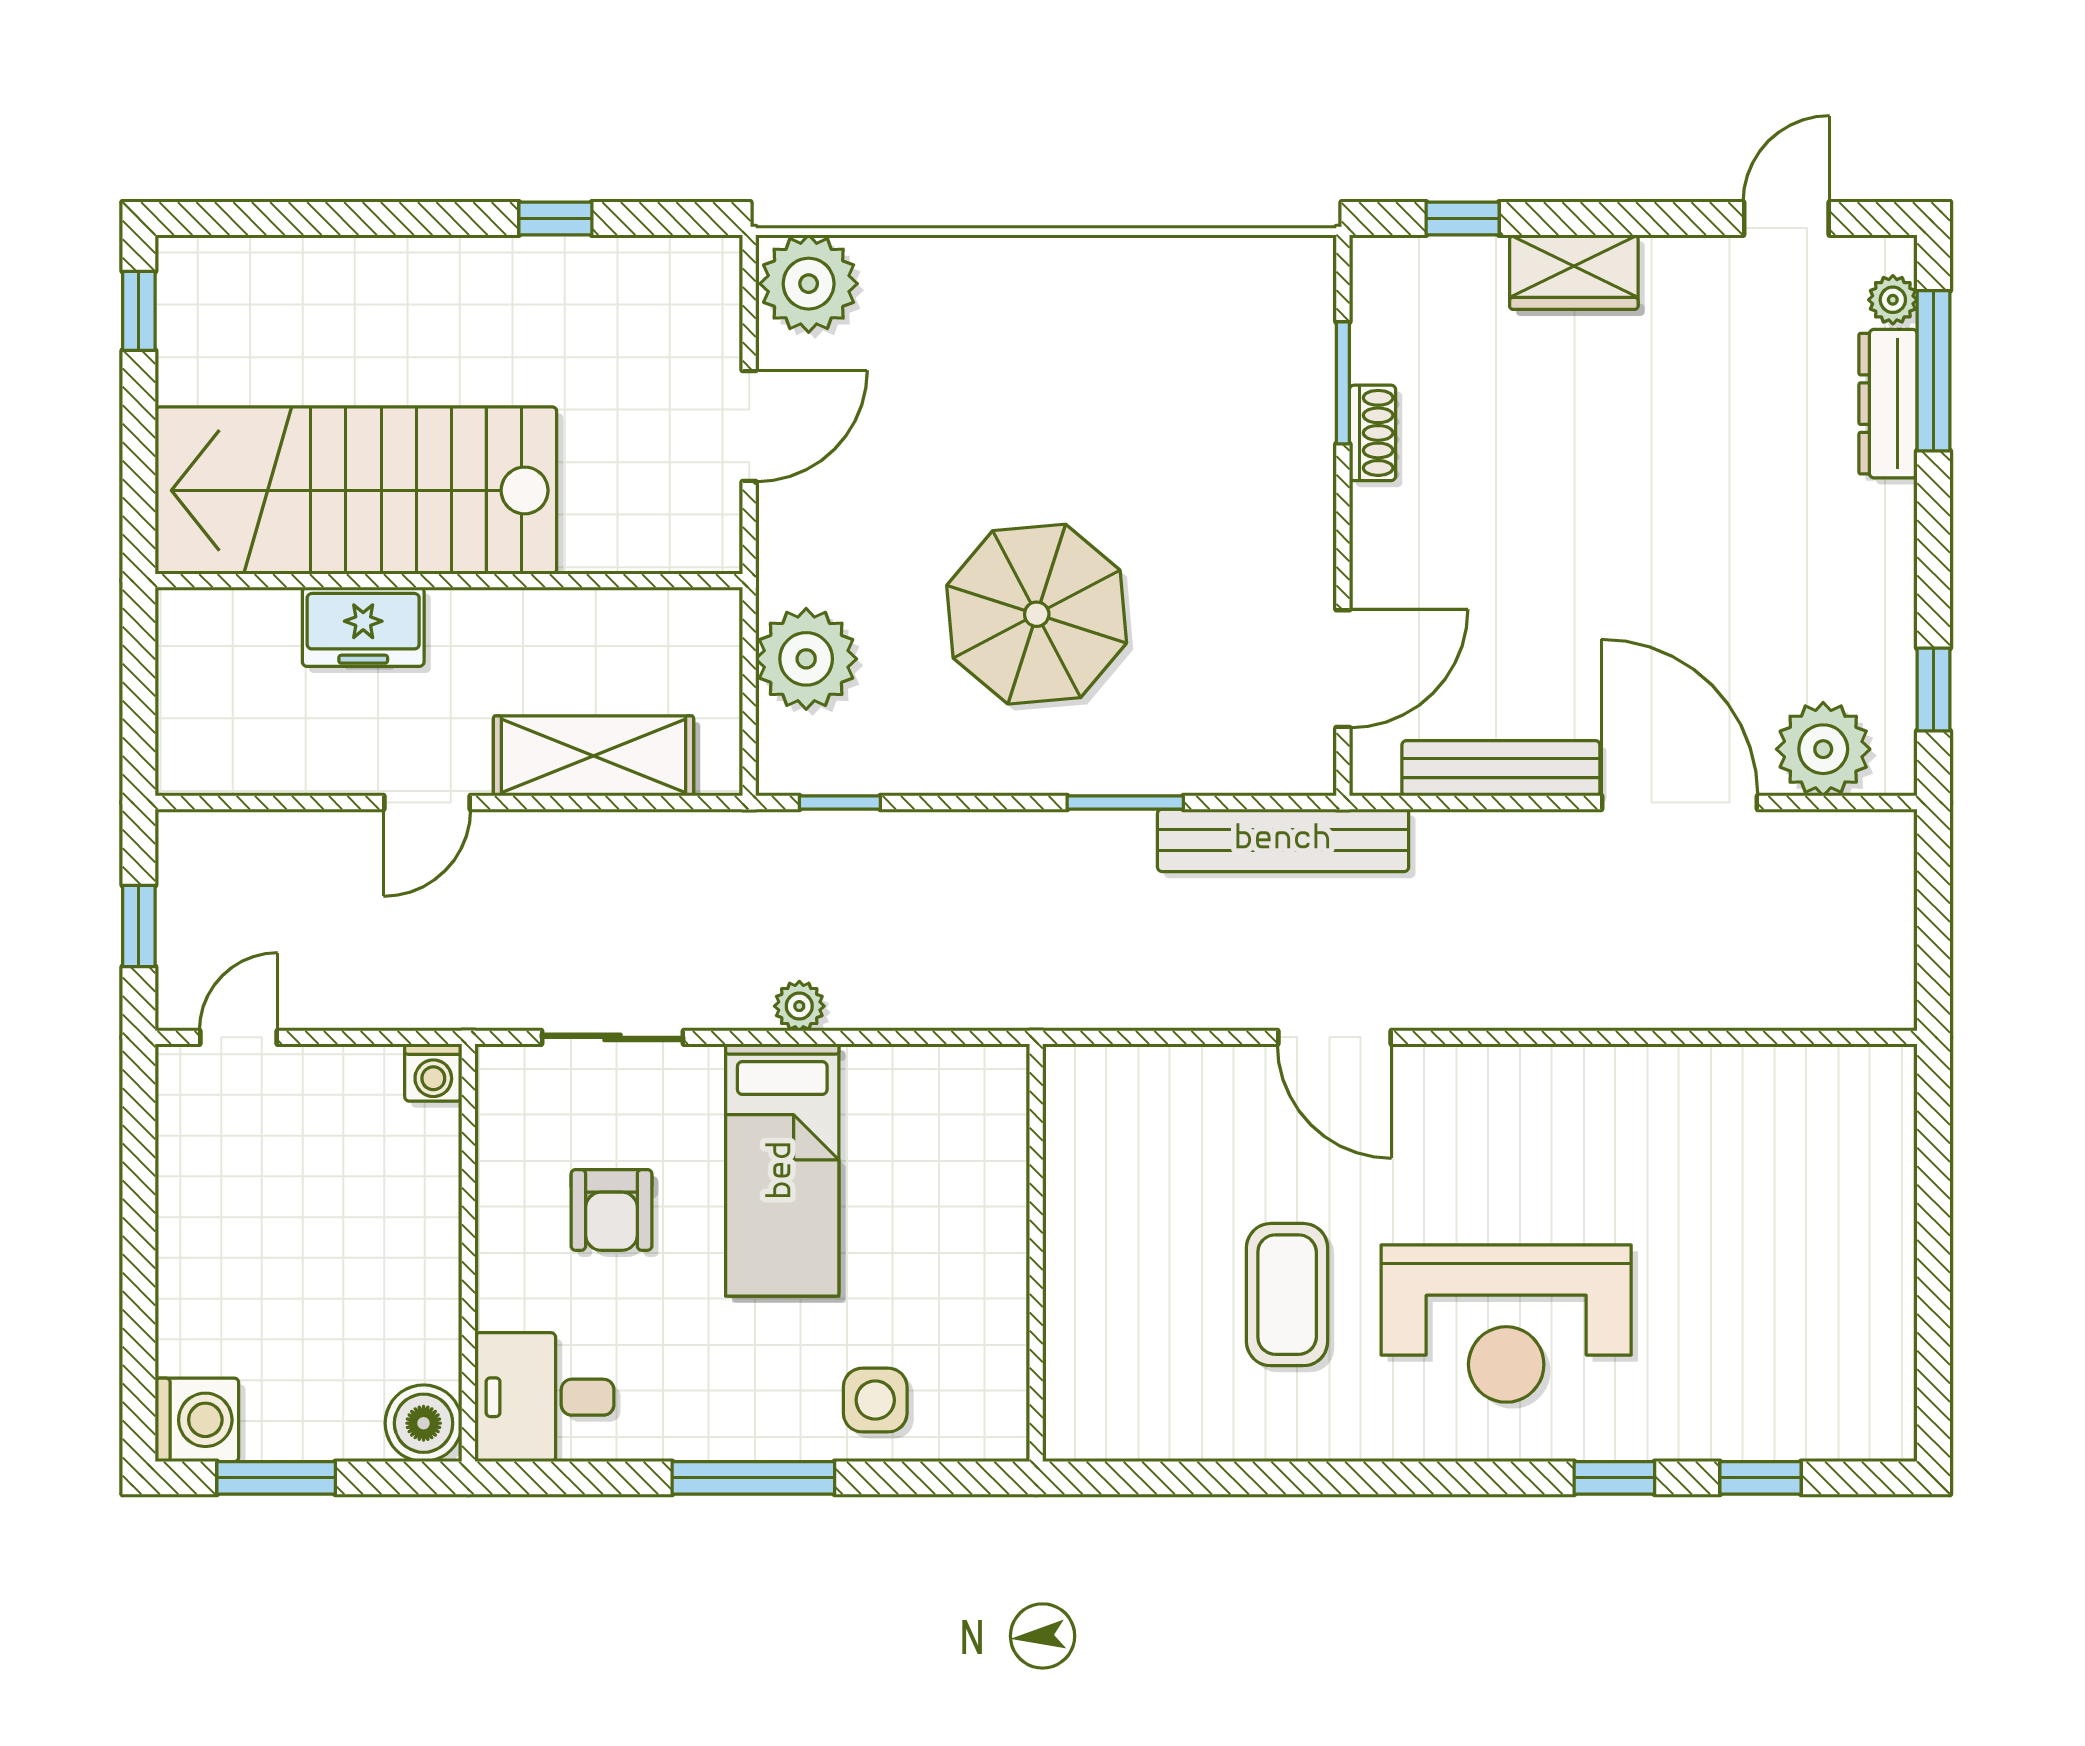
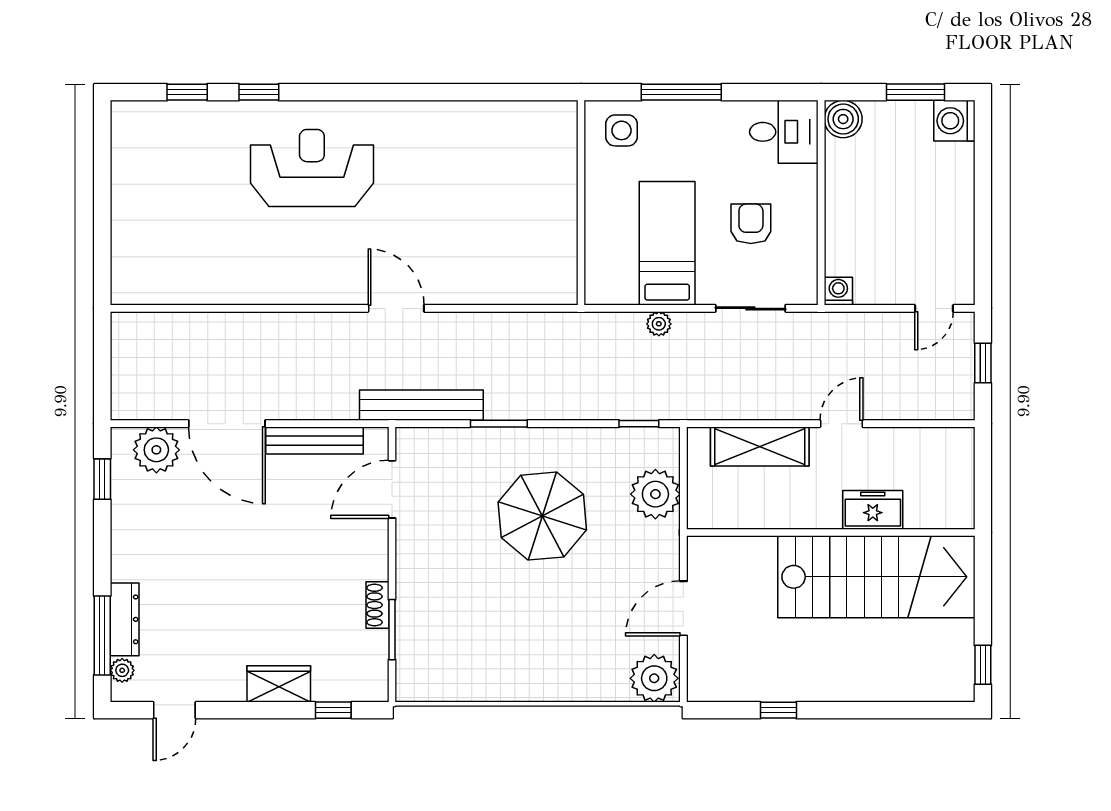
wall: (1036, 1253) -> (581, 203), moved
coffee table: (1287, 1295) -> (419, 182), removed

